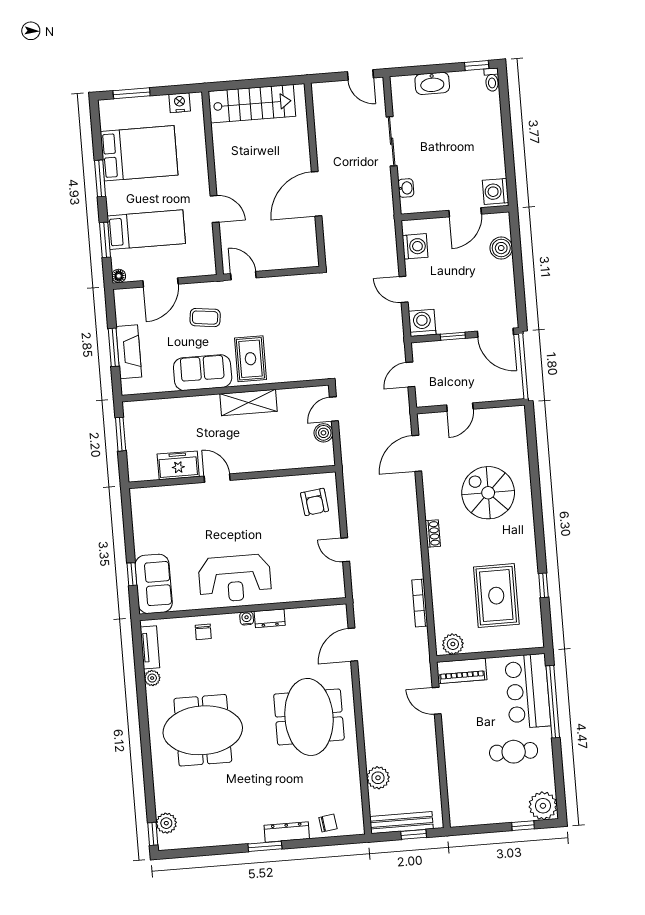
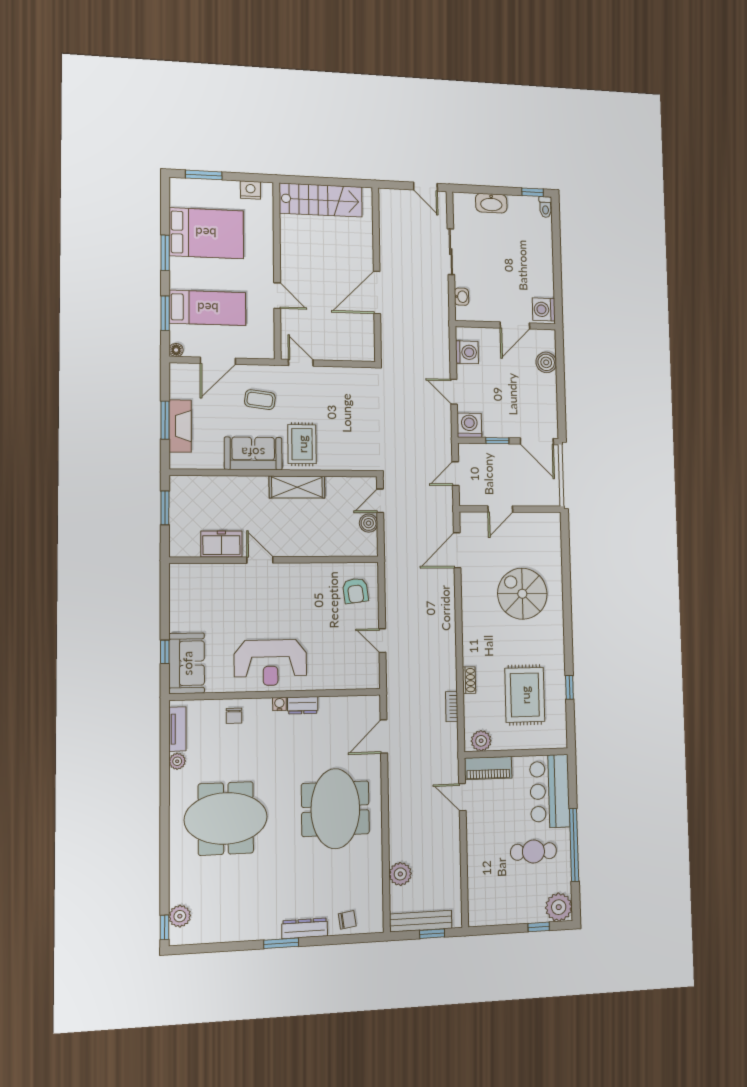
shoe rack: (433, 534) -> (469, 680), moved
bookcase: (420, 603) -> (452, 707), width x0.64
window: (553, 702) -> (574, 845), moved

